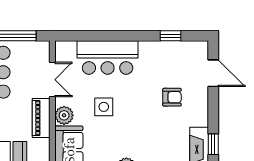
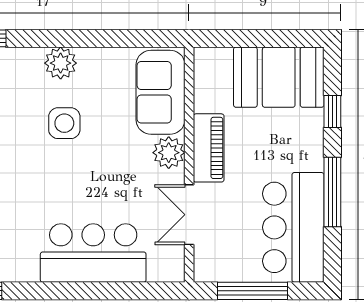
side table: (104, 107) -> (64, 123), moved

